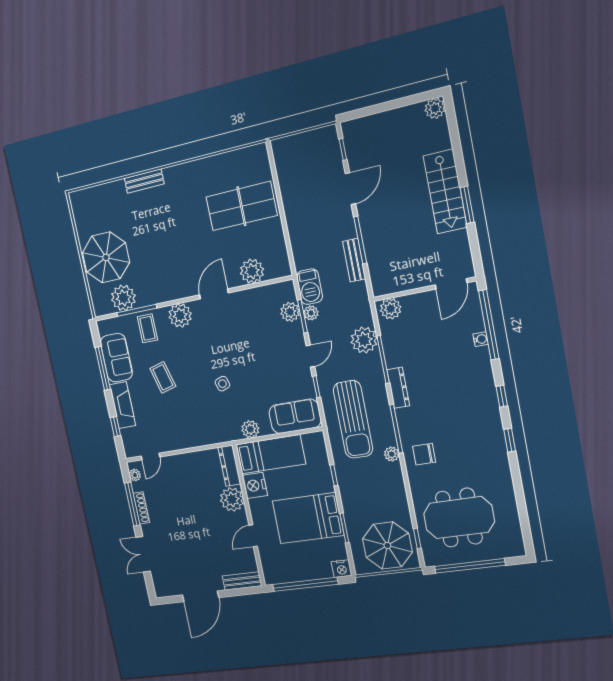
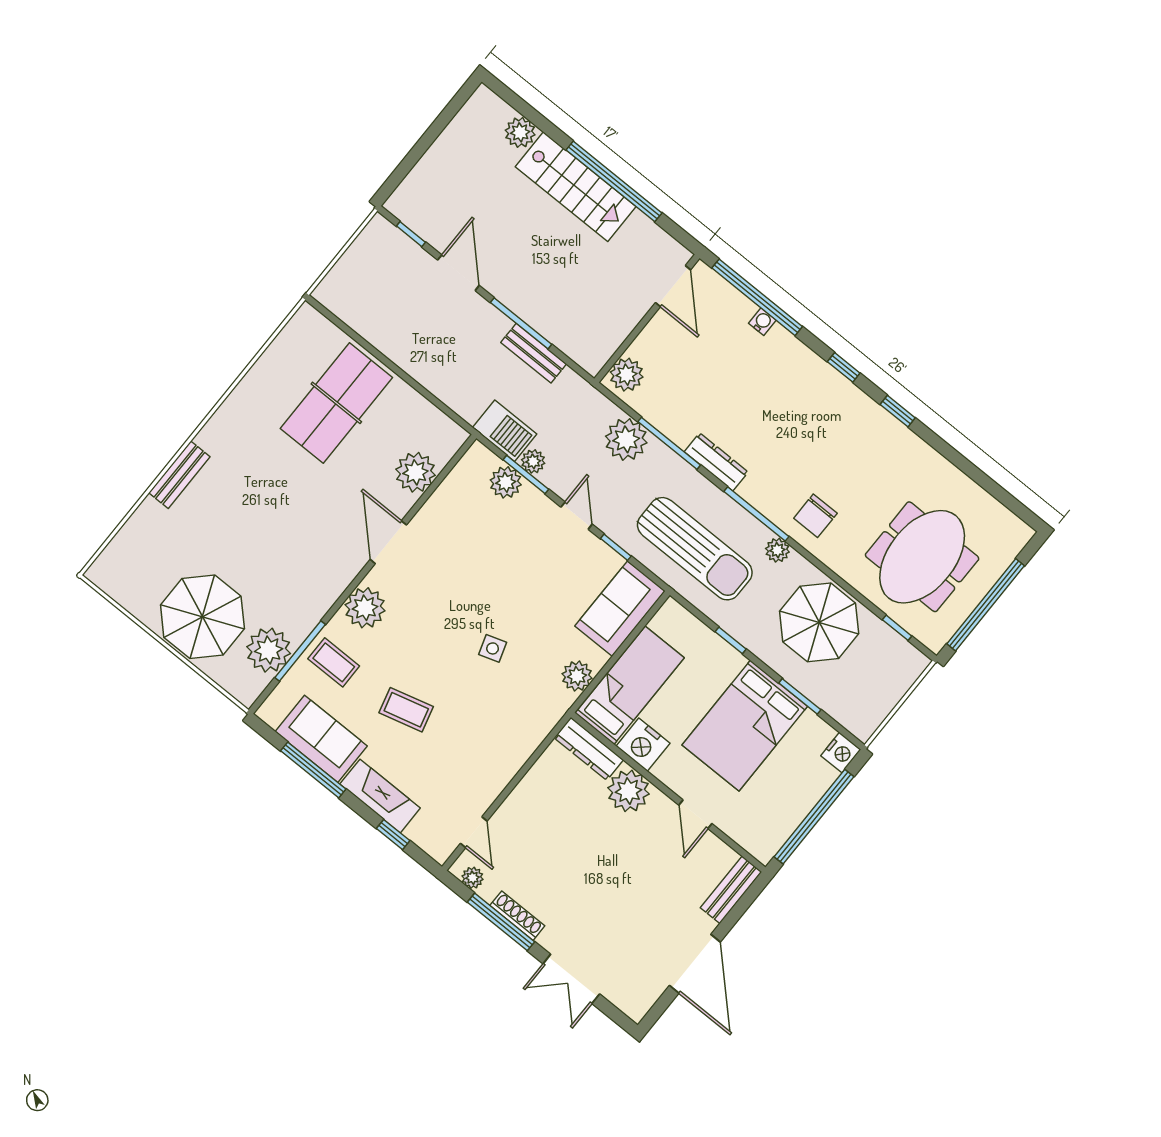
plant: (435, 108) -> (520, 132), moved
window: (467, 205) -> (614, 181), width x2.11
parasol: (387, 545) -> (819, 622), moved

